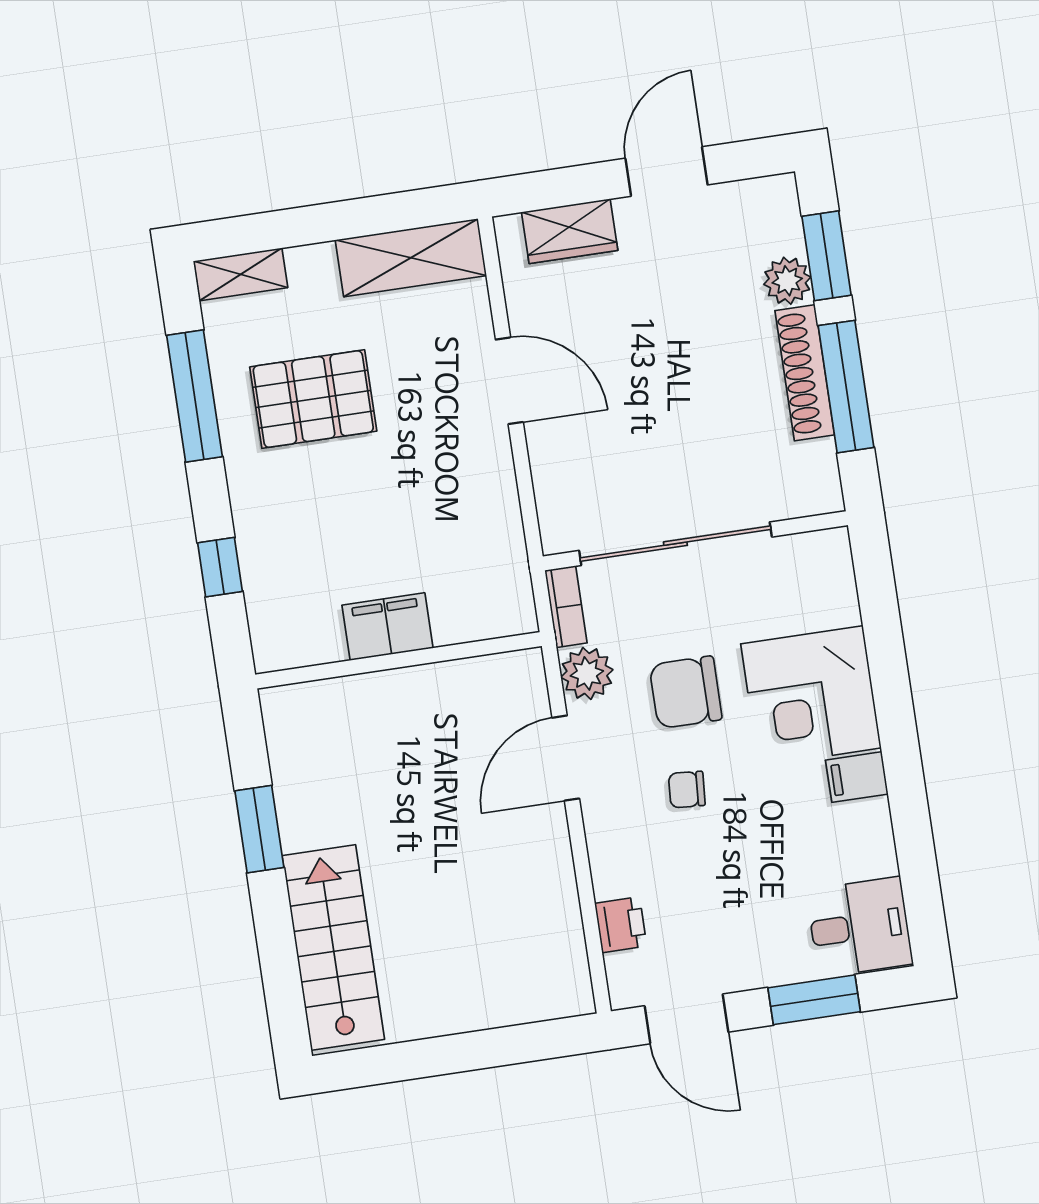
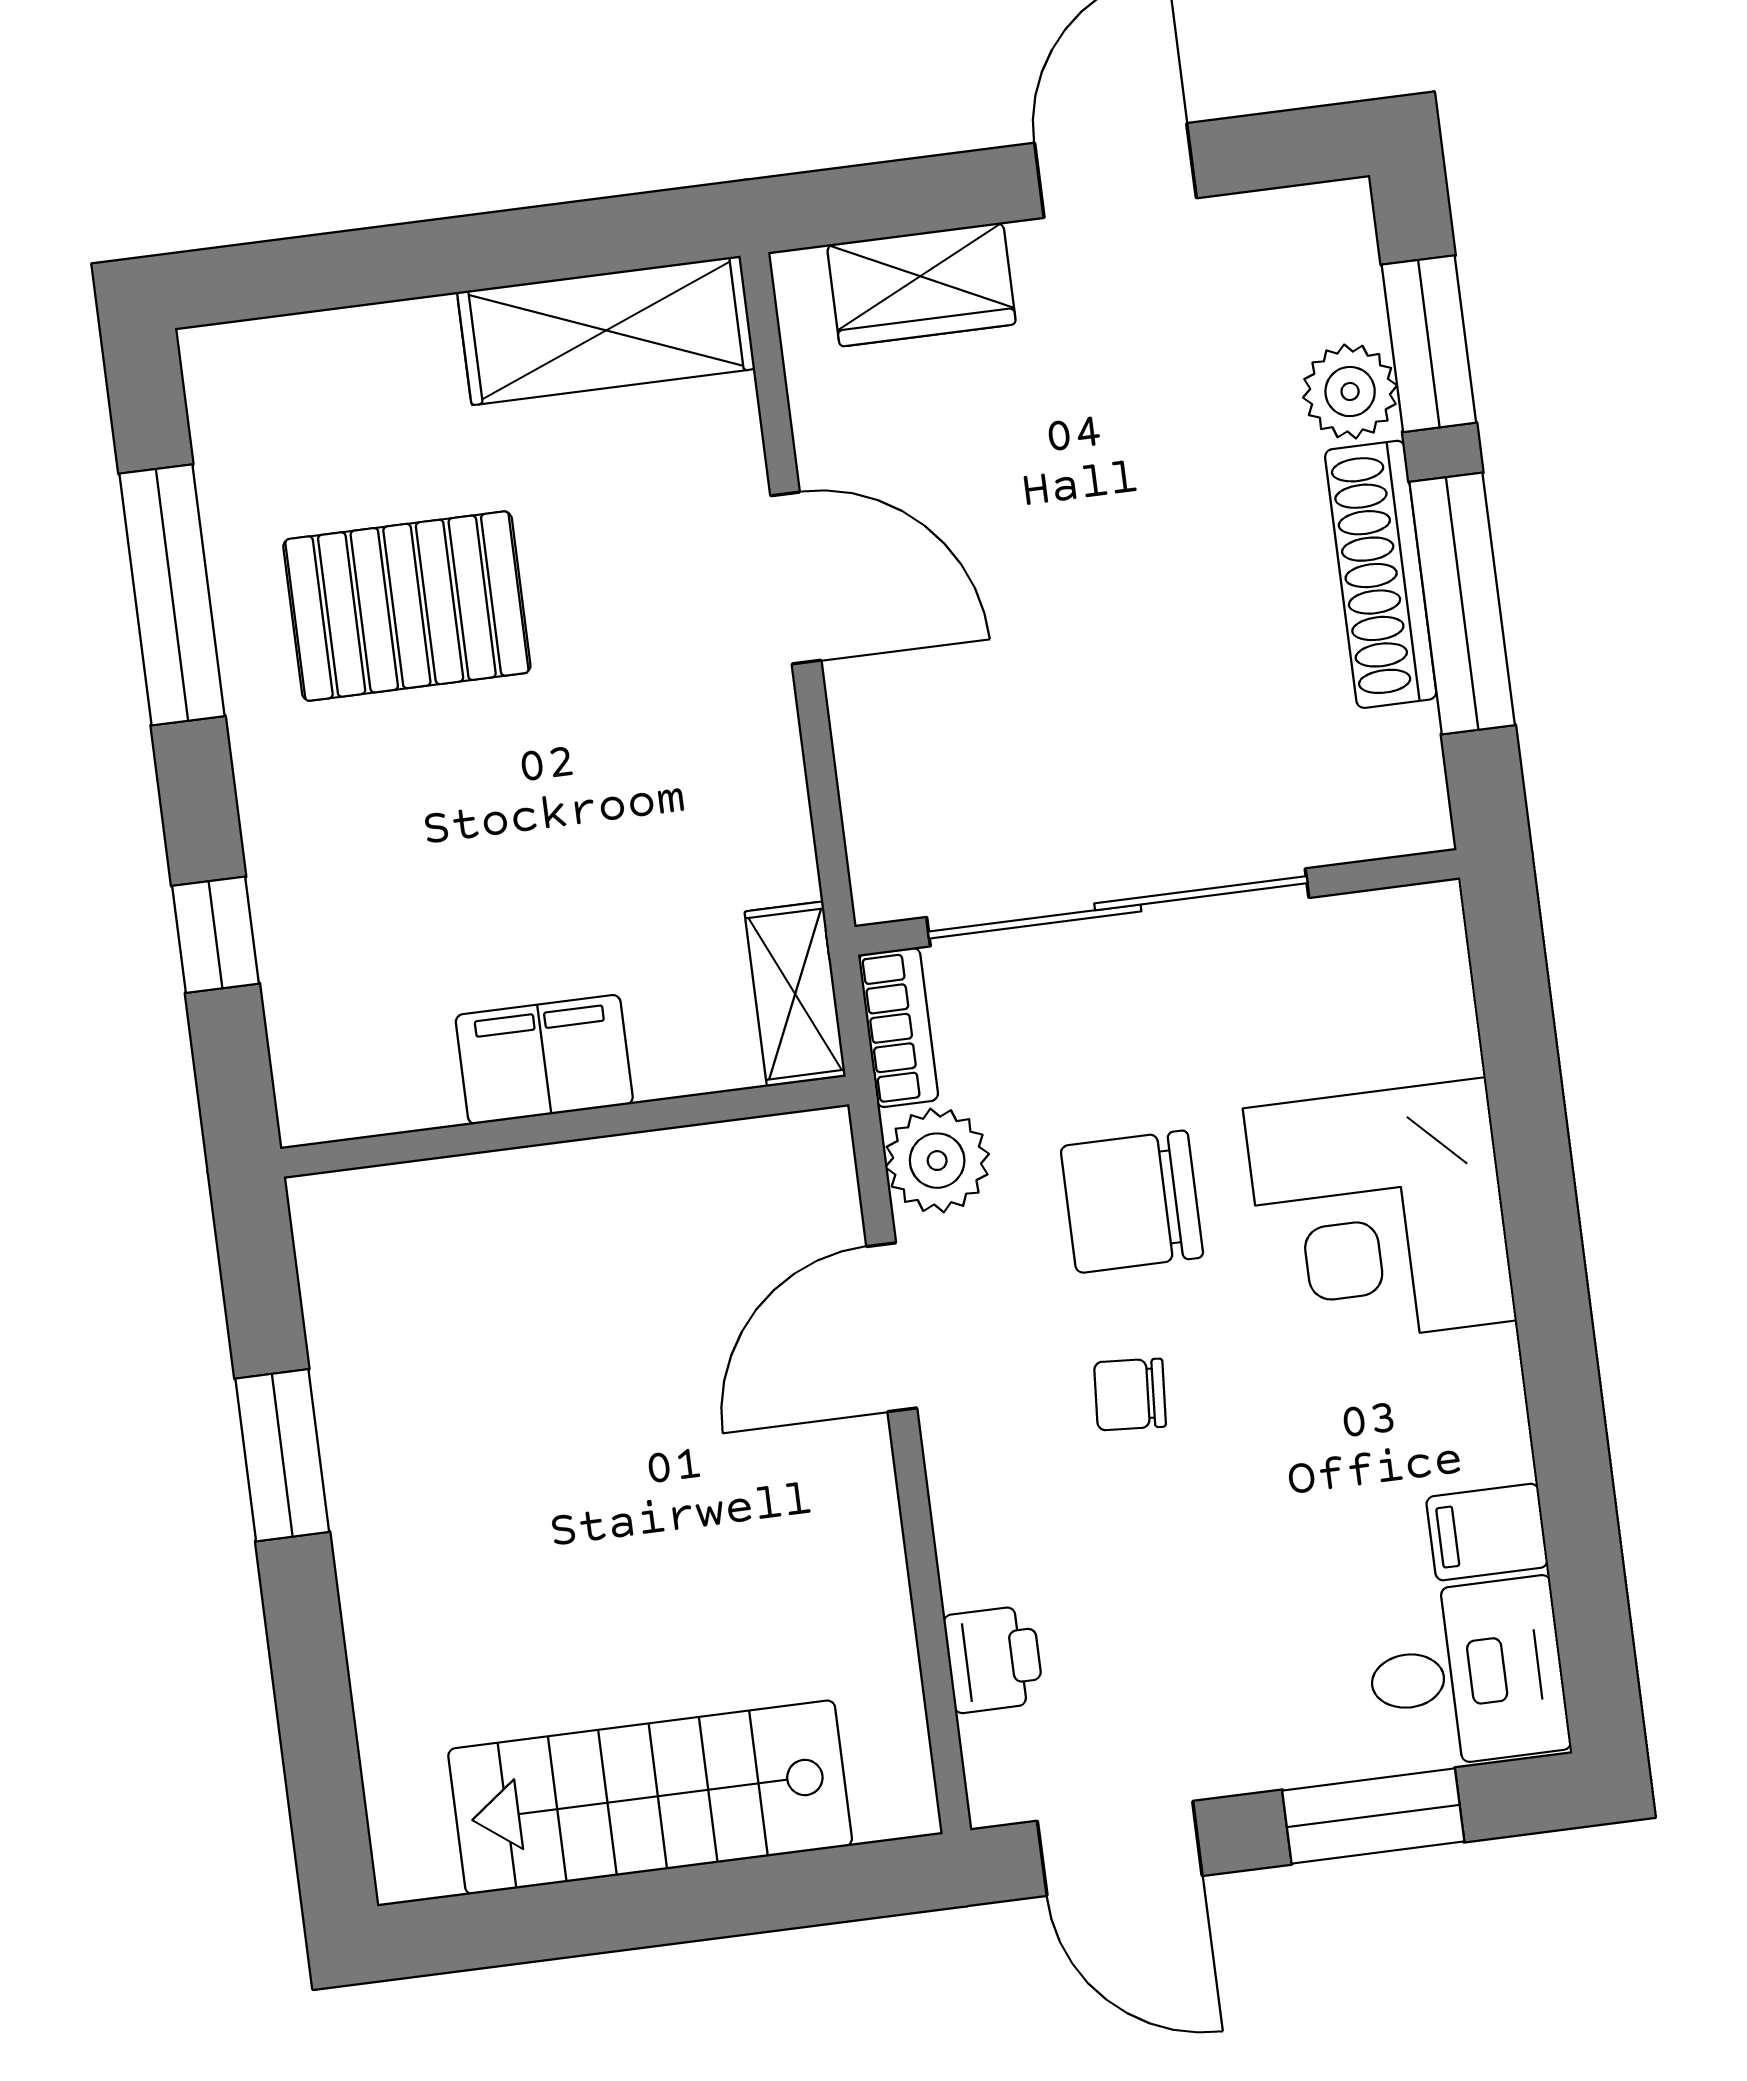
shelving: (241, 274) -> (795, 994), moved, turned 90
filing cabinet: (857, 777) -> (1487, 1532), moved
stairs: (333, 948) -> (650, 1797), moved, turned -90

